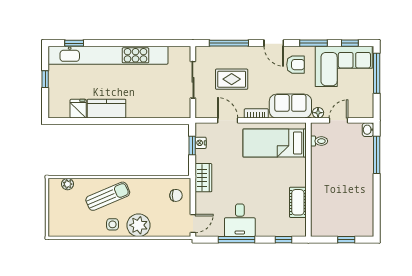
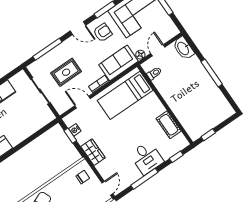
washbasin: (368, 130) -> (183, 48), width x1.91, depth x1.45
window: (377, 155) -> (212, 73), moved
desk: (240, 220) -> (147, 158), moved
window: (346, 240) -> (208, 135), moved

